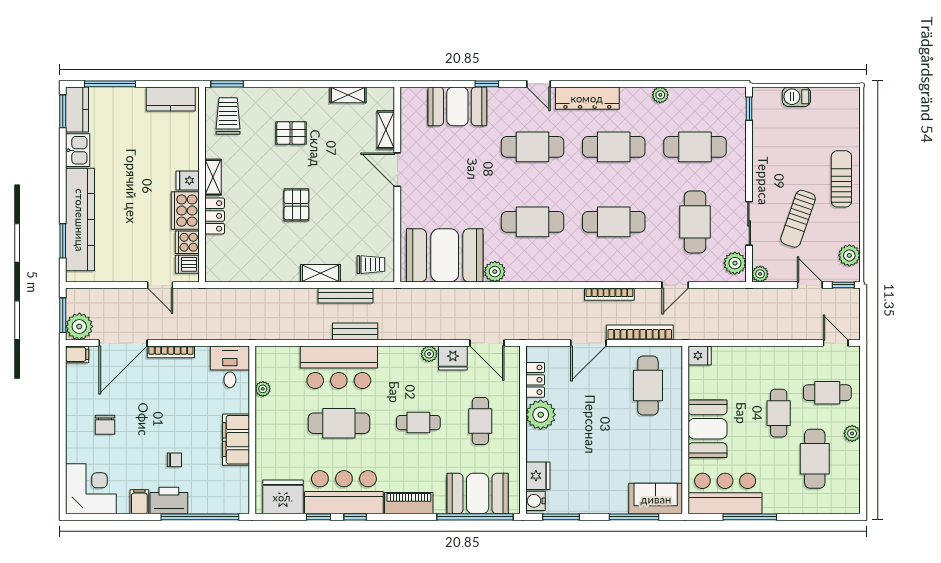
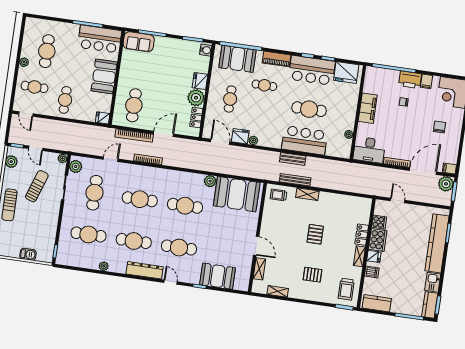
dishwasher: (187, 264) -> (372, 272), moved
desk: (230, 367) -> (369, 150), width x1.37
cafe table: (779, 413) -> (65, 100), moved
cafe table: (418, 423) -> (264, 85), moved
fridge: (538, 476) -> (200, 81), moved

